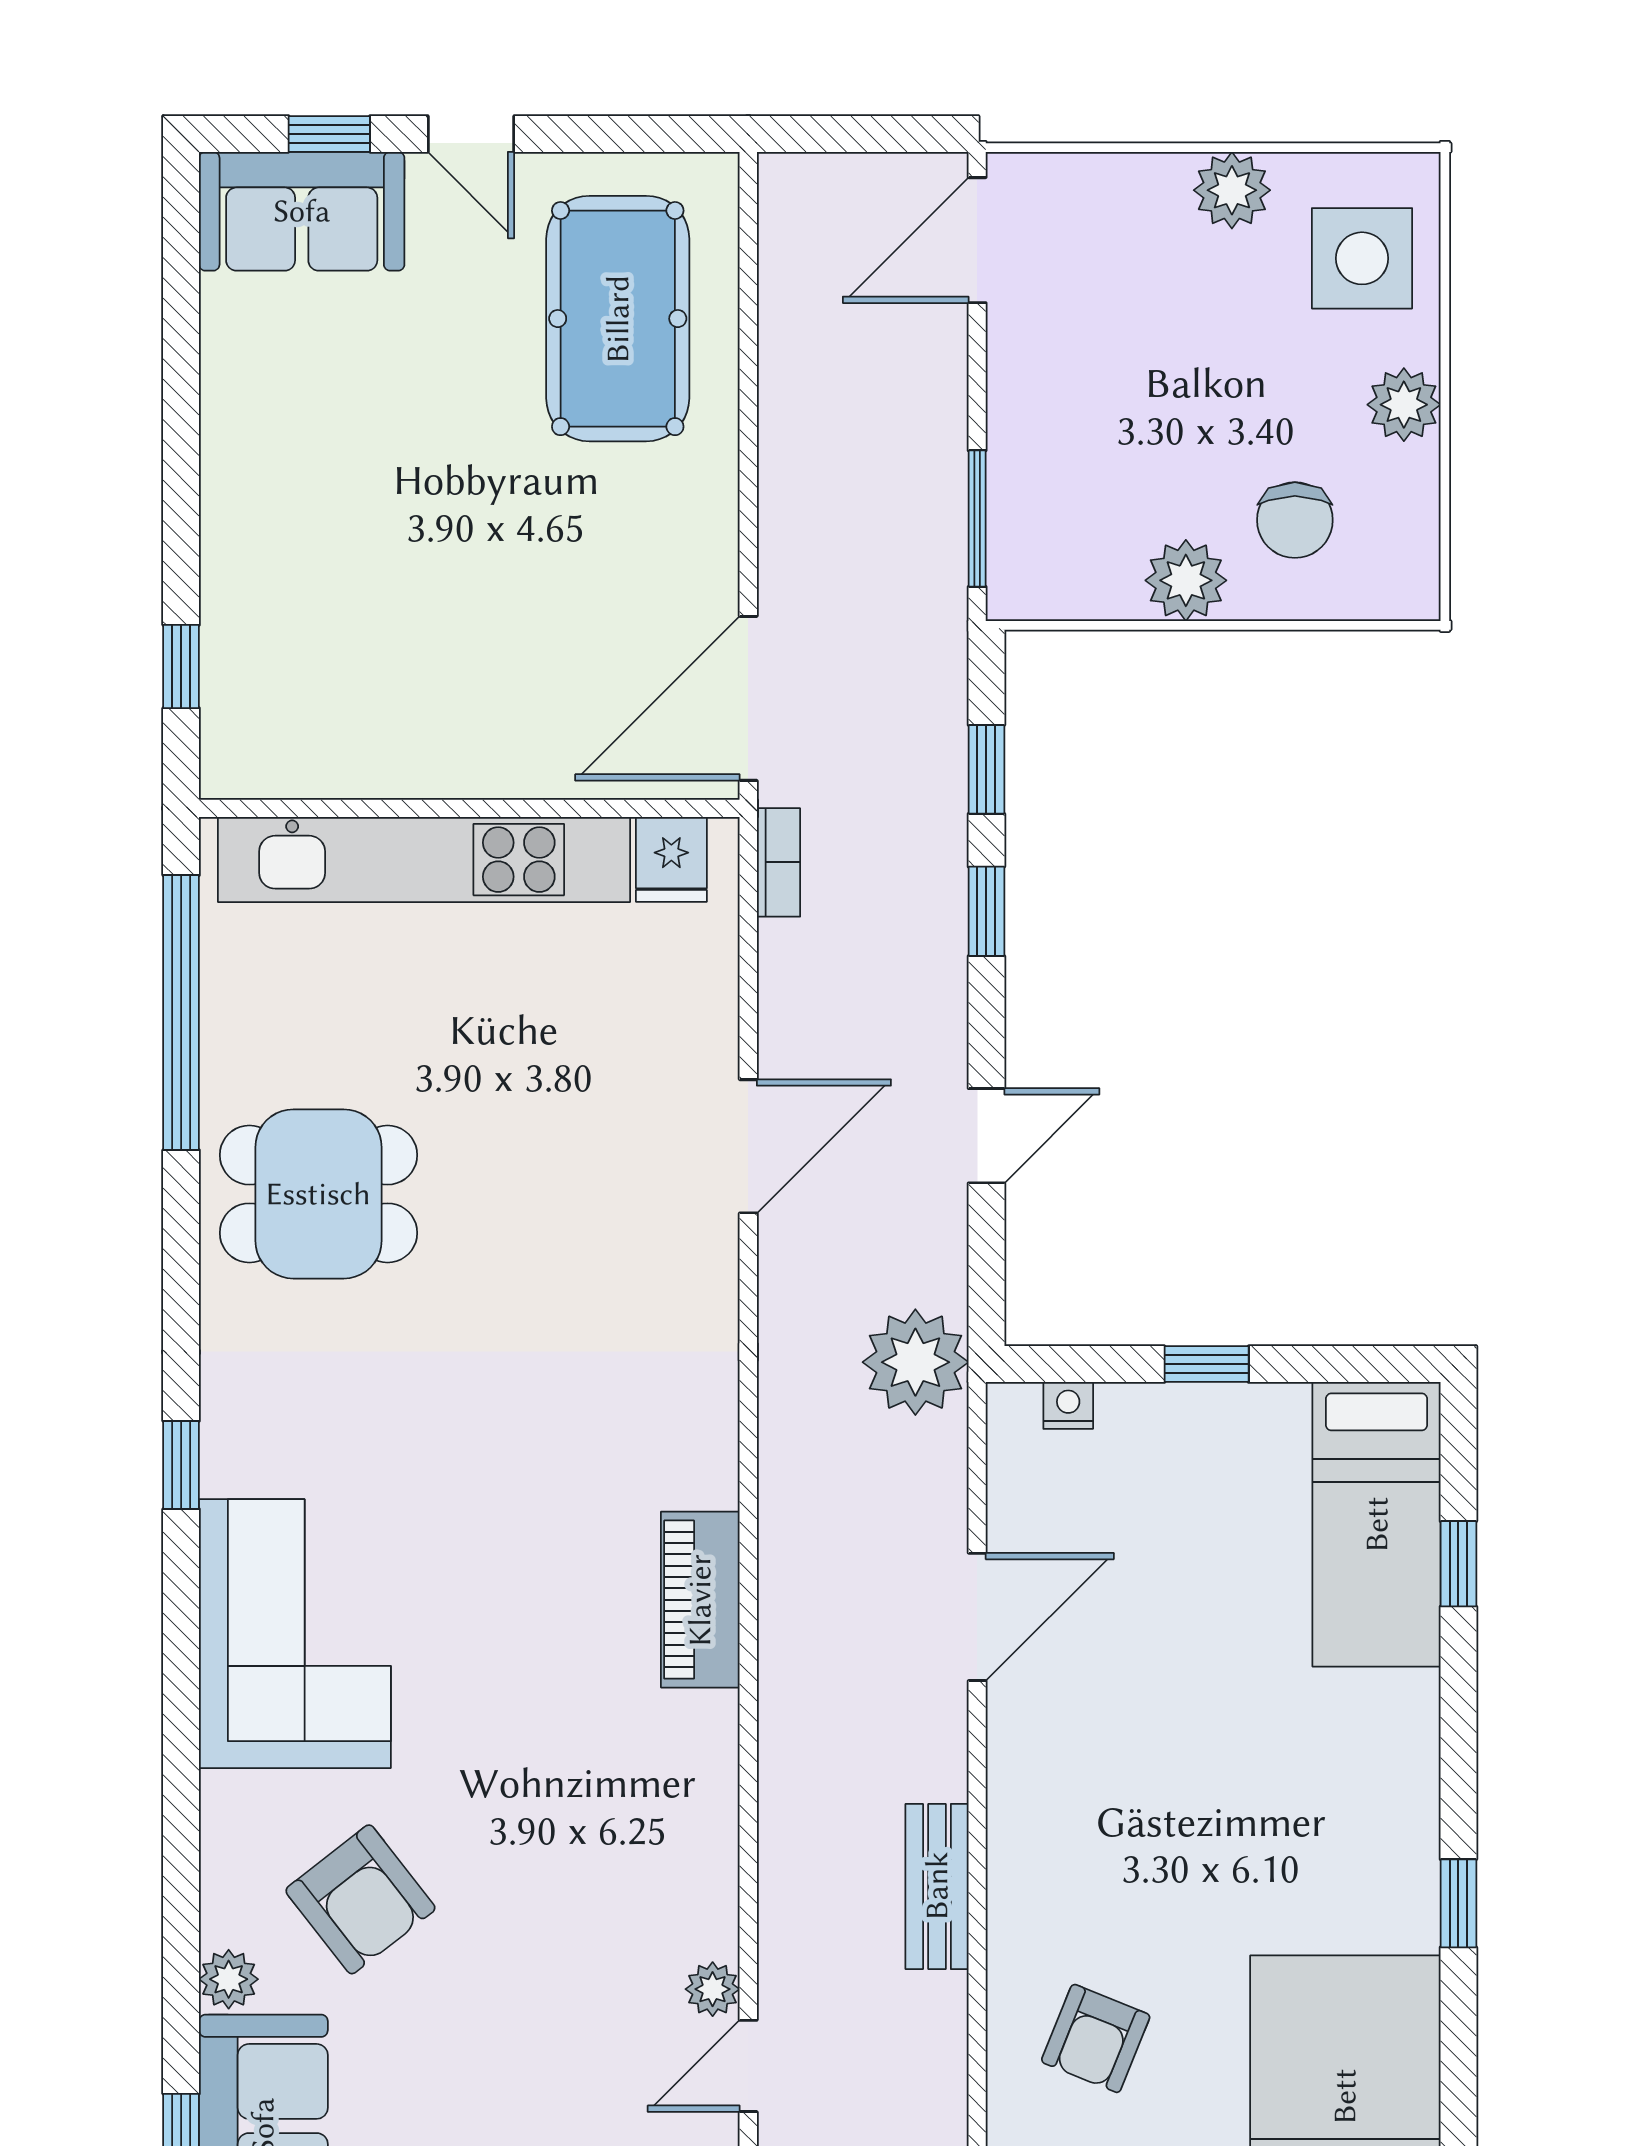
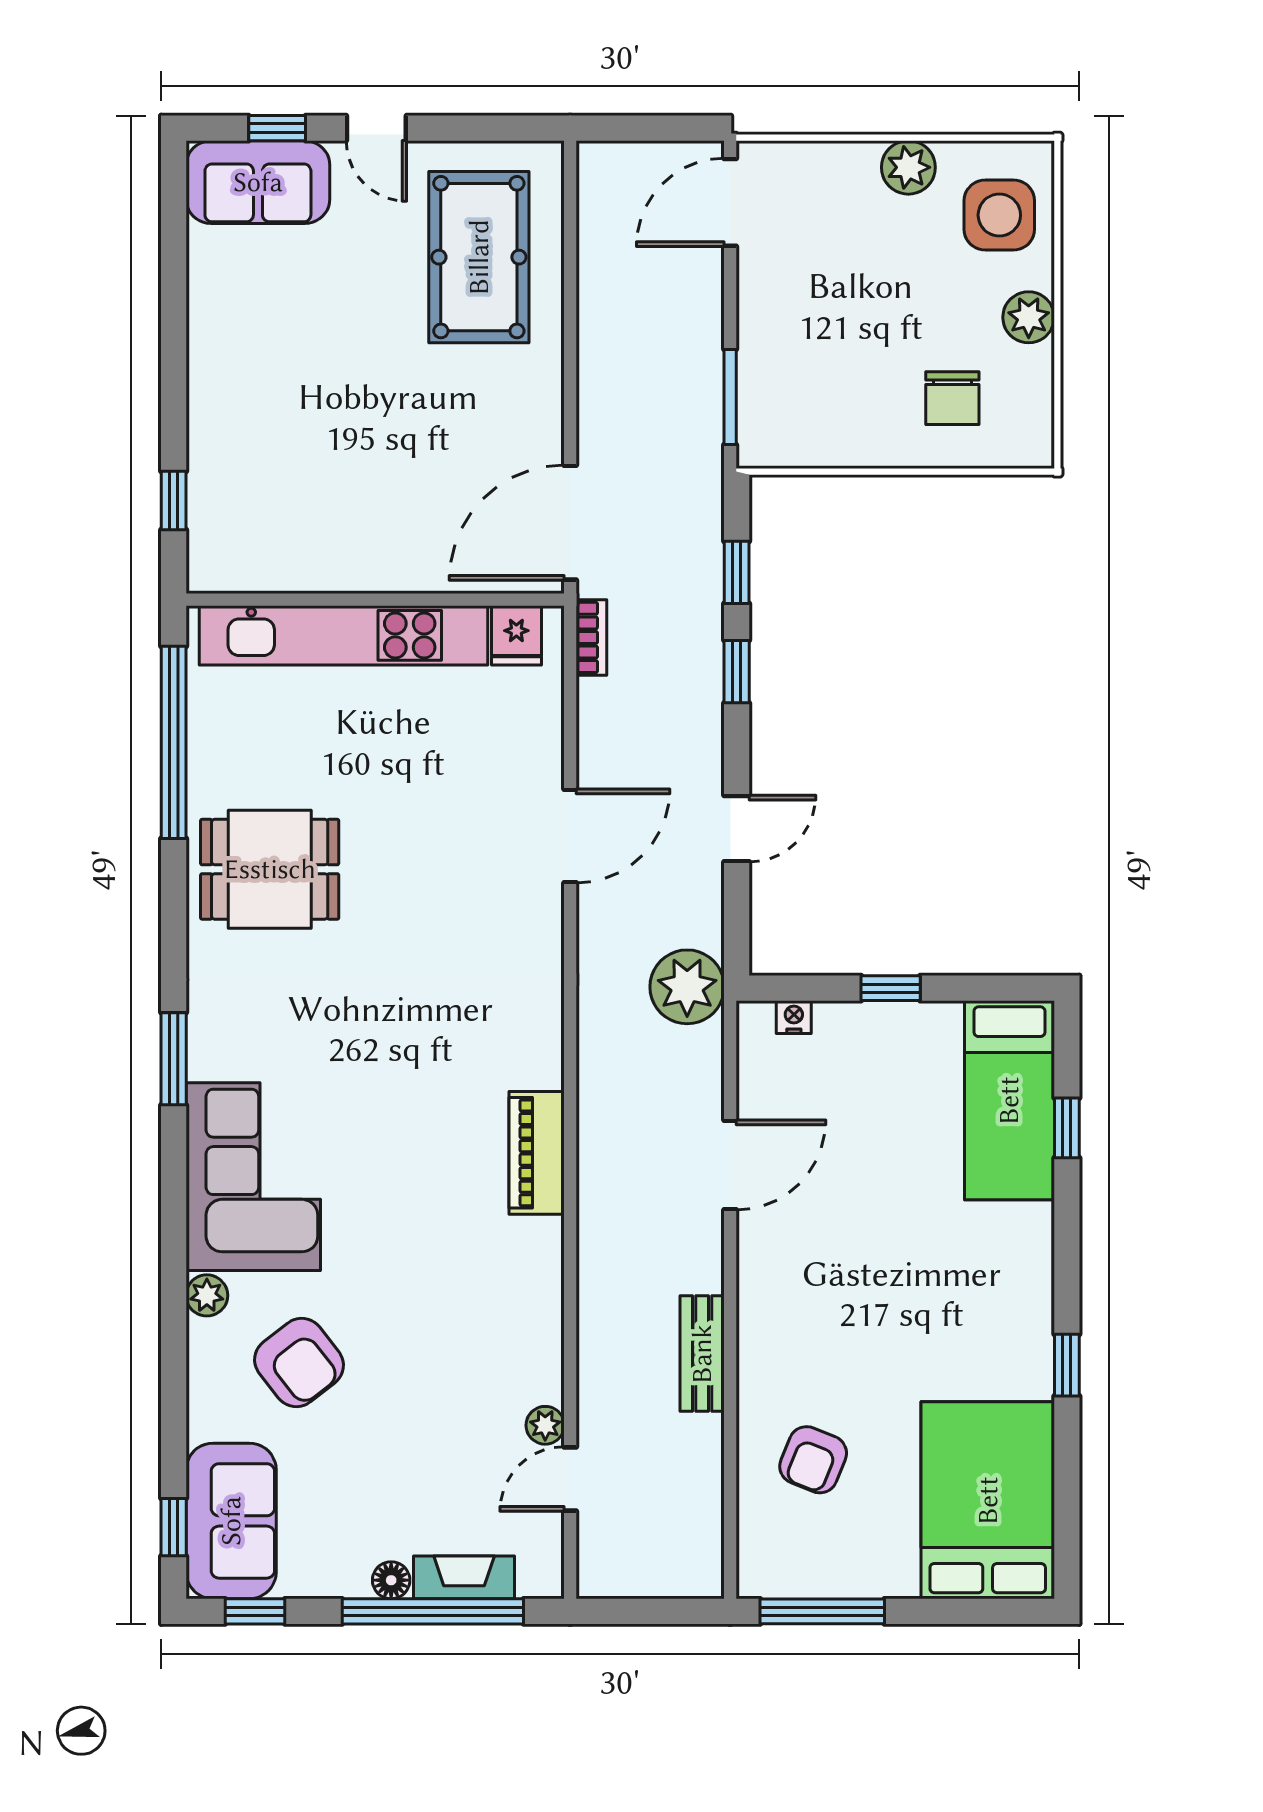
plant: (1186, 580) -> (876, 440), removed
window: (181, 1465) -> (174, 1059), width x1.50
plant: (229, 1979) -> (207, 1295), moved

